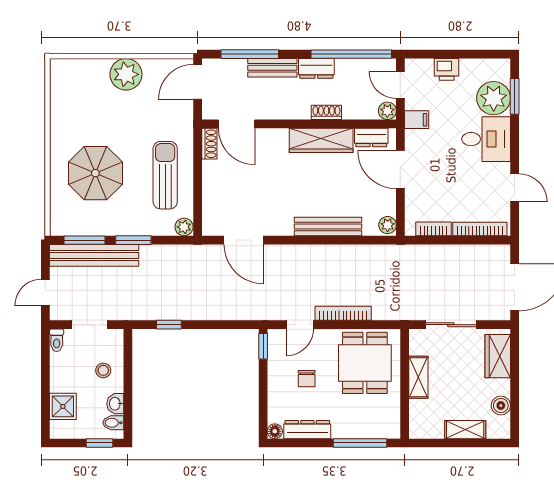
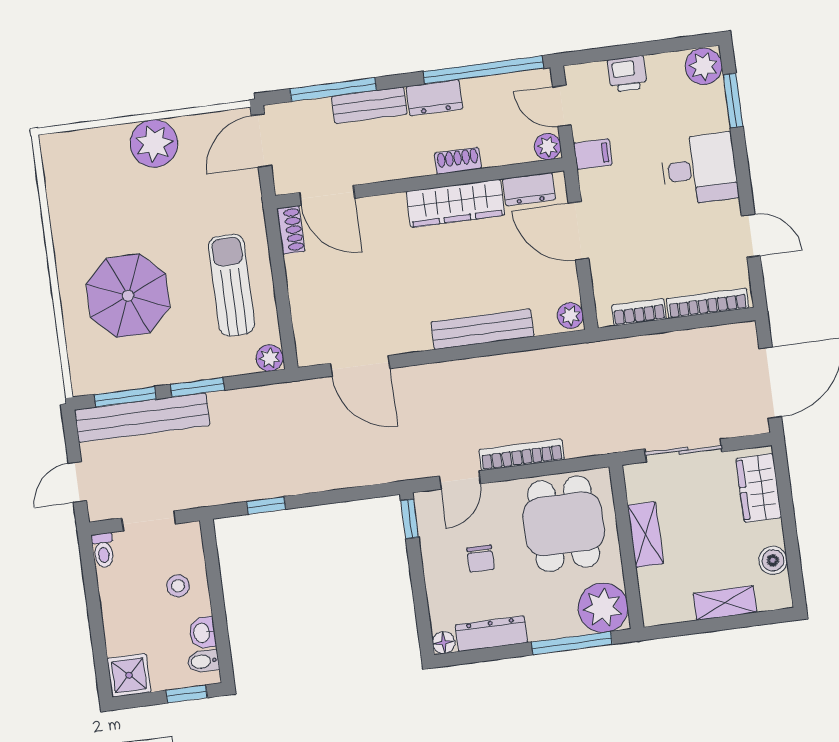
plant: (494, 98) -> (704, 66), moved, width x0.73, depth x0.73
shower: (63, 406) -> (129, 675), moved
plant: (384, 422) -> (603, 608), added

